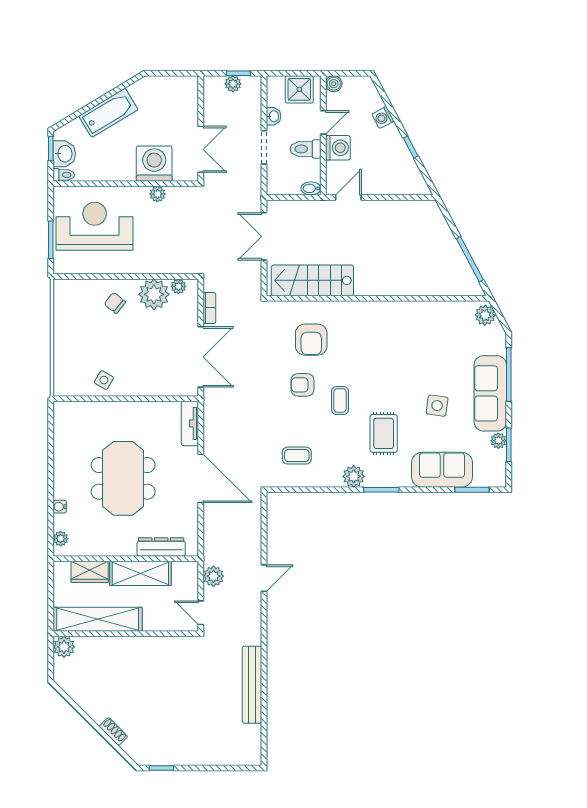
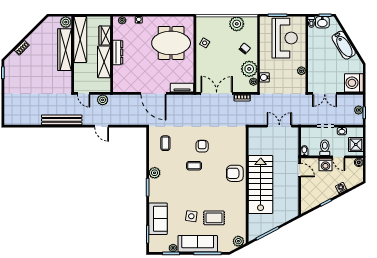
washing machine: (154, 164) -> (354, 83), moved, turned 180
water cooler: (170, 265) -> (264, 77), added
stairs: (312, 280) -> (261, 184), moved, width x1.36, depth x1.51
plant: (67, 318) -> (237, 24), added
armchair: (311, 340) -> (235, 173), moved
double door: (201, 357) -> (217, 93), swing flipped
rug: (384, 433) -> (214, 218), moved
meeting table: (123, 478) -> (171, 43), moved
door: (201, 478) -> (153, 93), hinge flipped
dresser: (161, 547) -> (118, 52), moved
door: (201, 613) -> (84, 93), swing flipped
wardrobe: (117, 649) -> (65, 50), added
bench: (252, 685) -> (62, 120), moved

